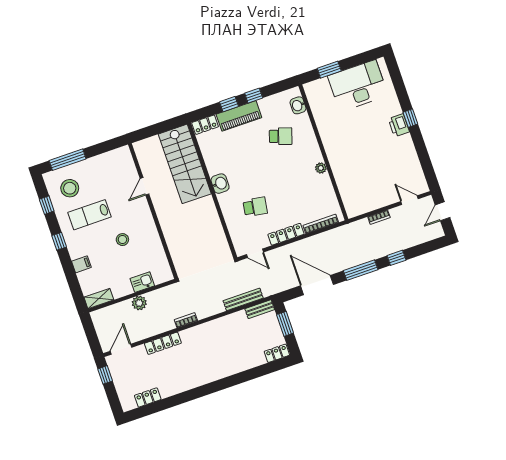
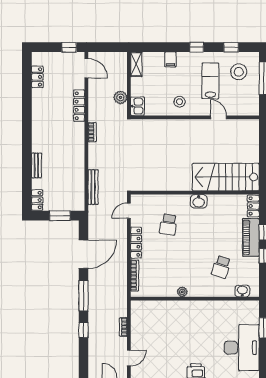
door: (144, 186) -> (218, 117), moved
wall: (153, 211) -> (195, 117), moved
bench: (260, 309) -> (36, 165), moved

